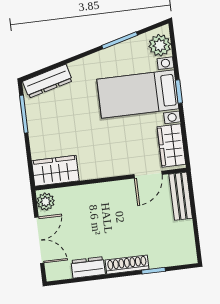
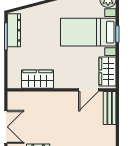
dresser: (48, 81) -> (14, 30), moved, turned -75
wardrobe: (55, 171) -> (38, 79), moved
plant: (46, 202) -> (14, 100), removed

